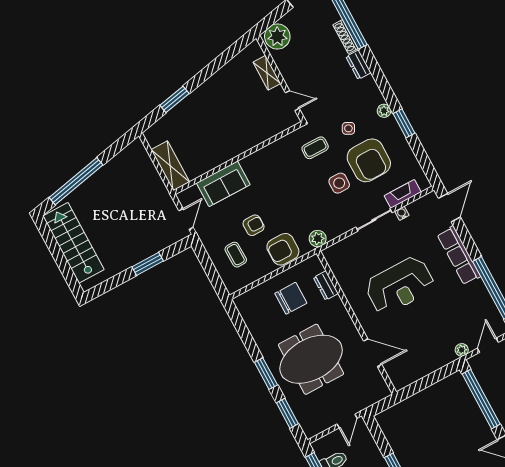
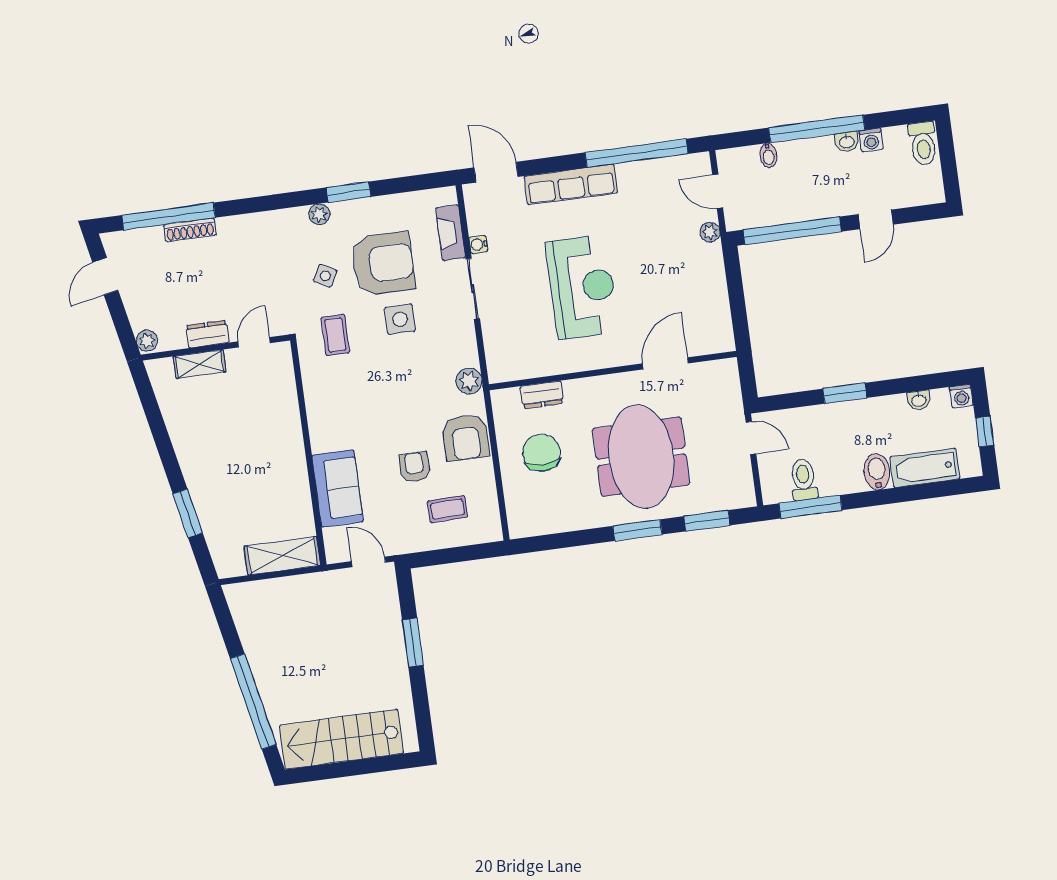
plant: (277, 36) -> (147, 341), width x0.53, depth x0.53
dresser: (358, 65) -> (207, 334), moved, turned 180

